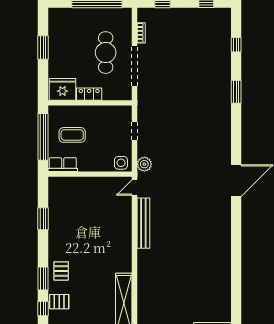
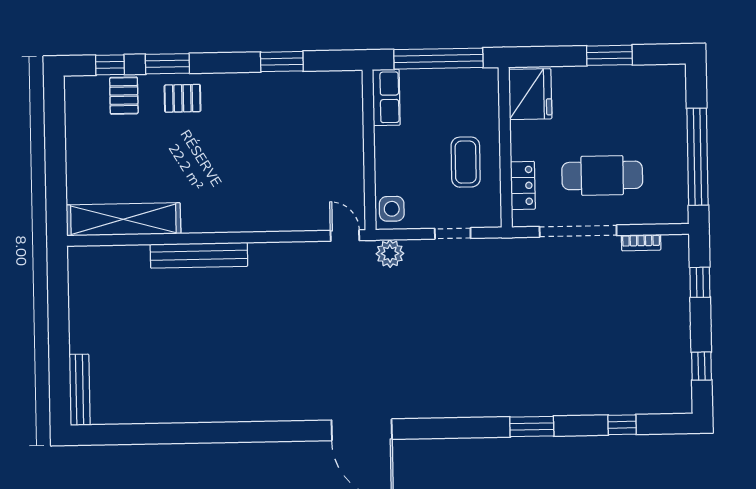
locker: (89, 94) -> (523, 185), moved
coffee table: (72, 135) -> (466, 162), moved
bench: (143, 223) -> (199, 255), moved

